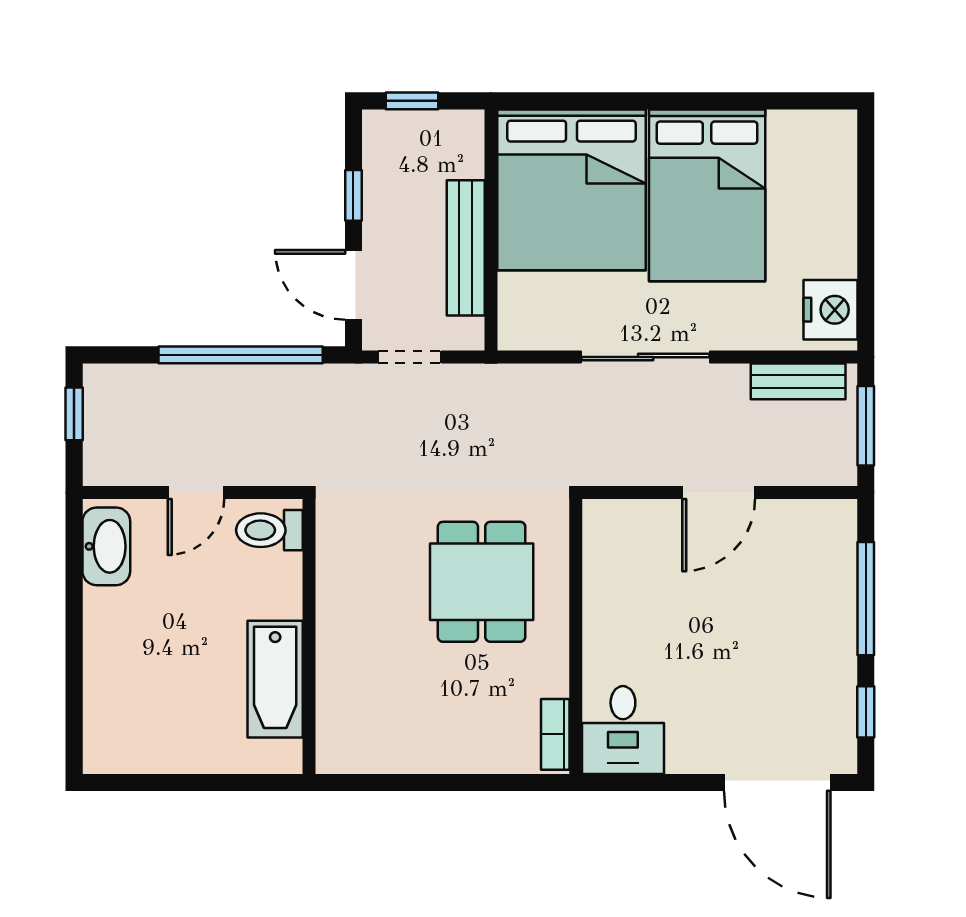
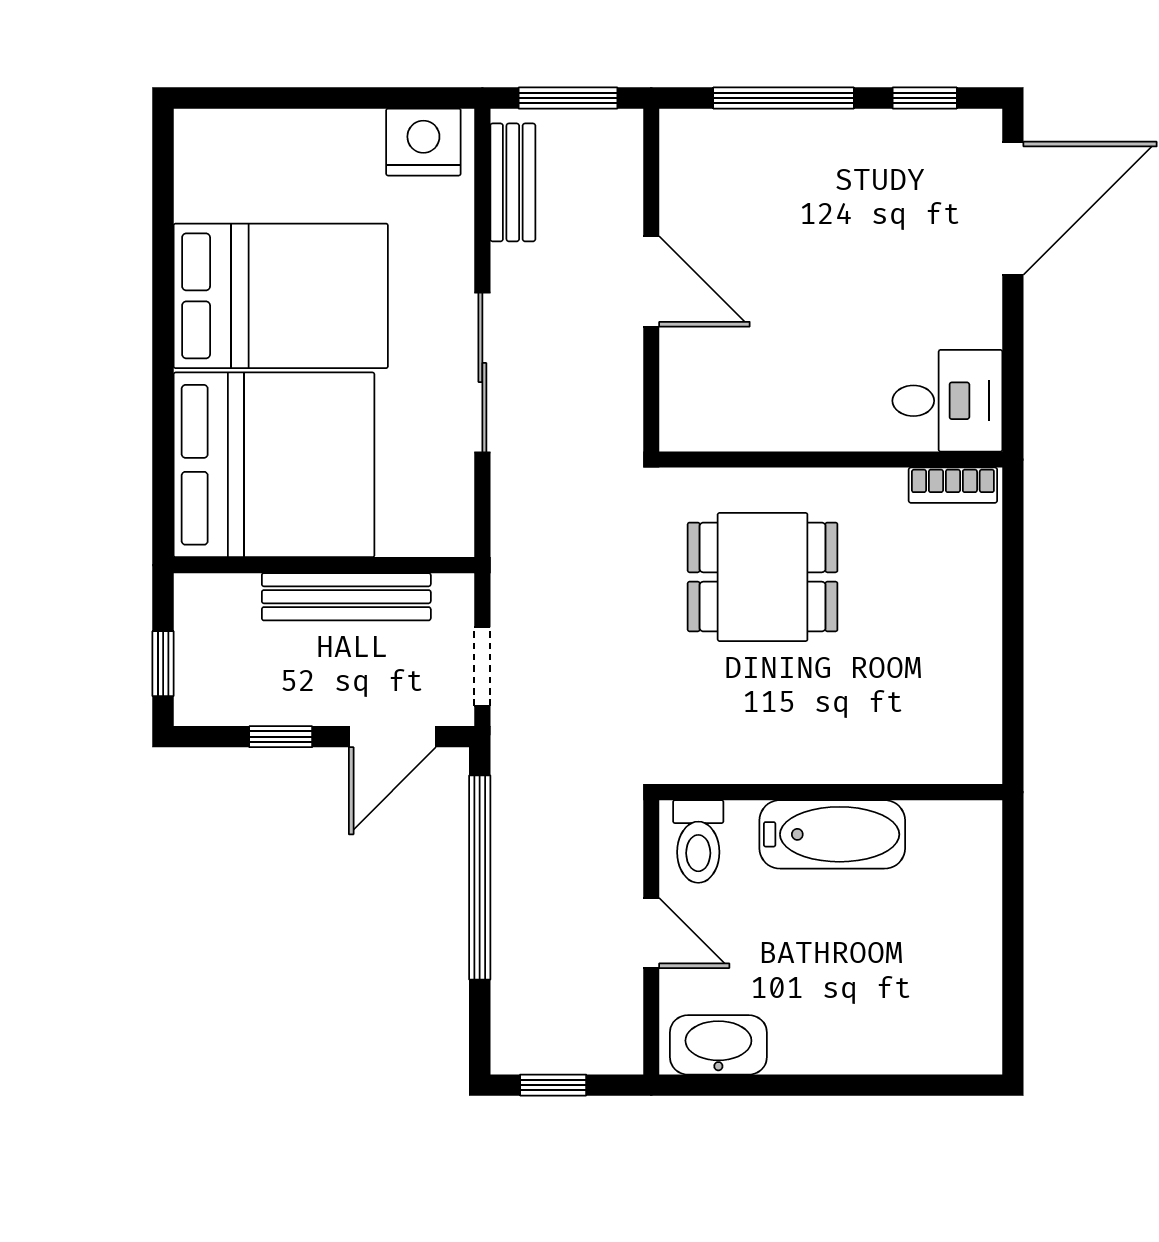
bathtub: (275, 679) -> (832, 834), moved

